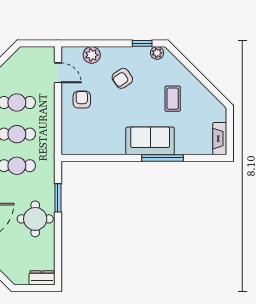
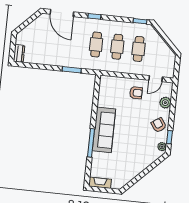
armchair: (122, 78) -> (159, 125), moved
coffee table: (173, 99) -> (130, 154), removed
sofa: (150, 141) -> (104, 130), width x1.36
round table: (35, 219) -> (59, 53), removed

